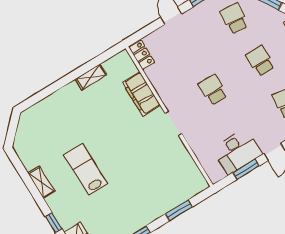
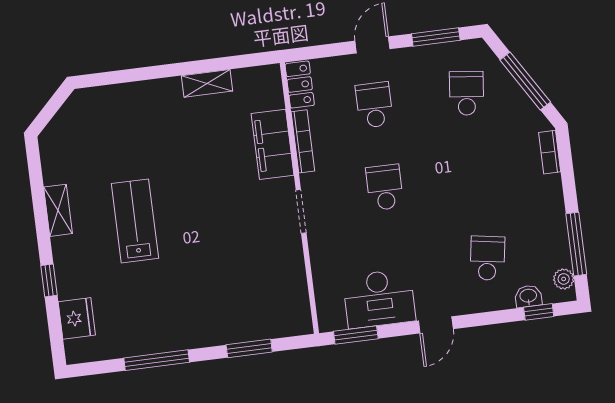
school desk: (260, 61) -> (374, 105), moved
bookcase: (157, 85) -> (303, 141), added
window: (246, 169) -> (356, 335), moved

